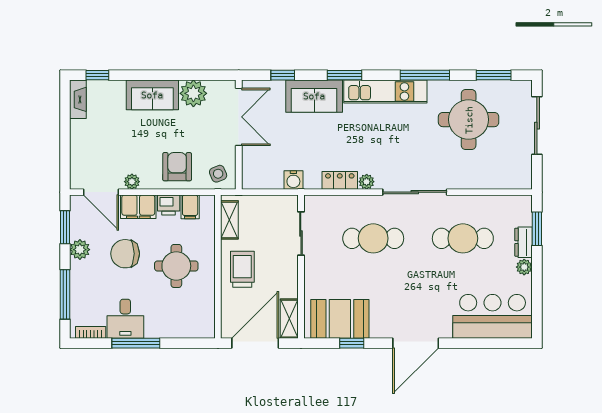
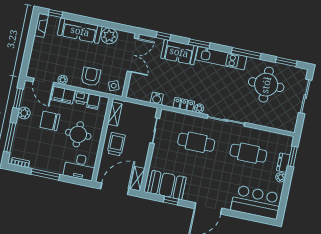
sofa: (152, 95) -> (80, 31), width x1.36
desk: (125, 319) -> (80, 167), moved, width x1.37

